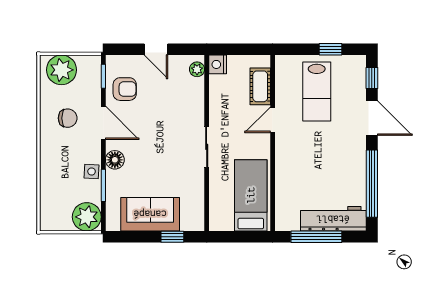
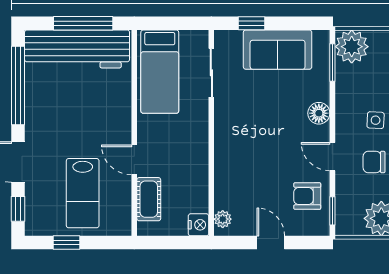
lab bench: (317, 91) -> (83, 193), turned 180
door: (273, 120) -> (134, 160), swing flipped
door: (103, 123) -> (332, 157), width x0.73
sliding door: (207, 147) -> (211, 73), moved
side table: (92, 171) -> (376, 120), moved
window: (103, 185) -> (332, 63), moved
workbench: (333, 219) -> (77, 49), width x1.36, depth x1.32

